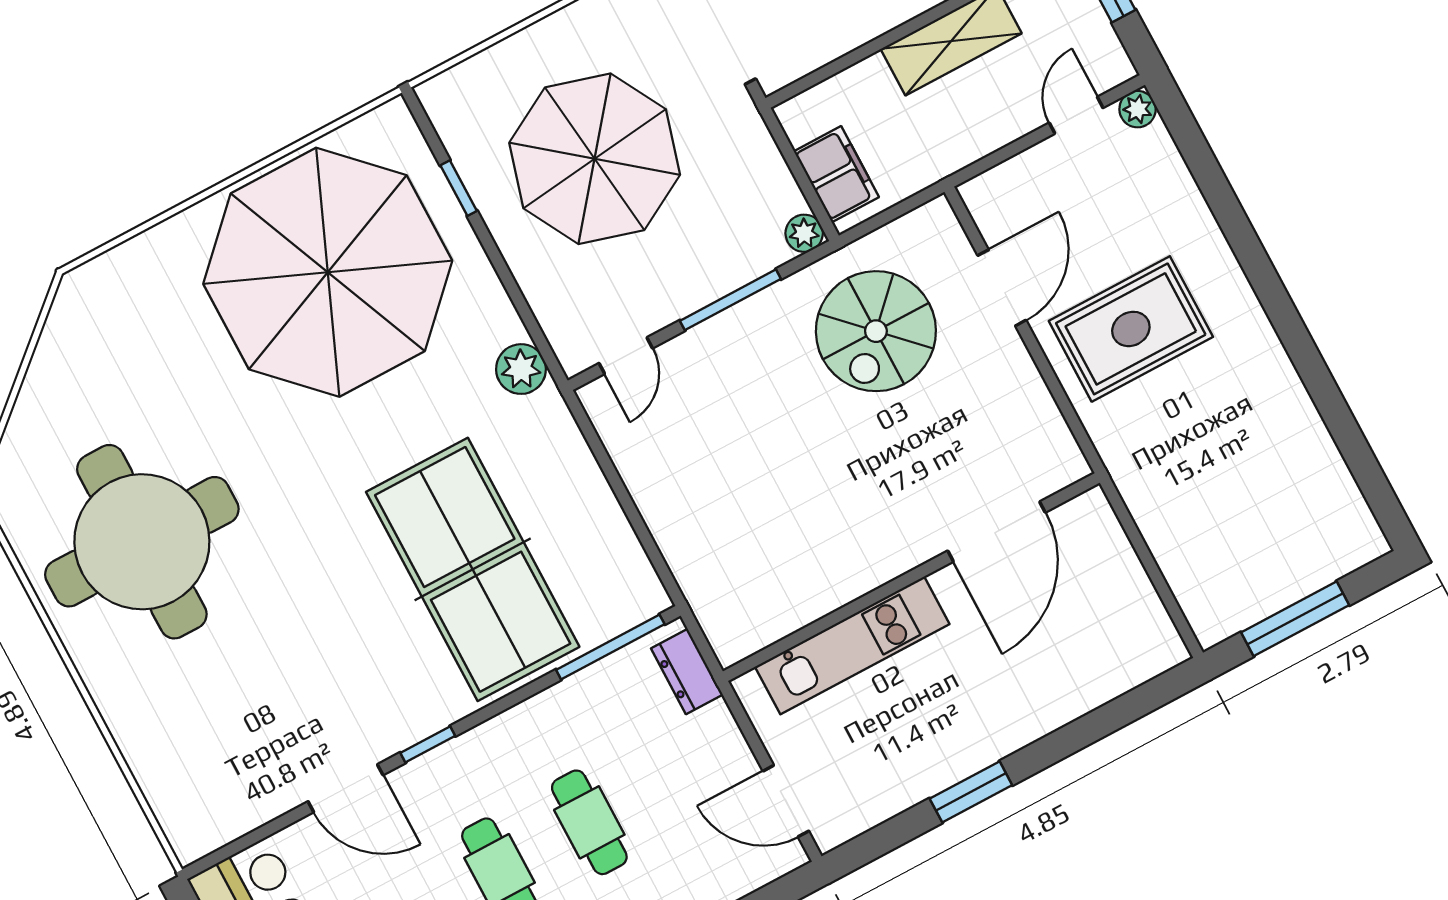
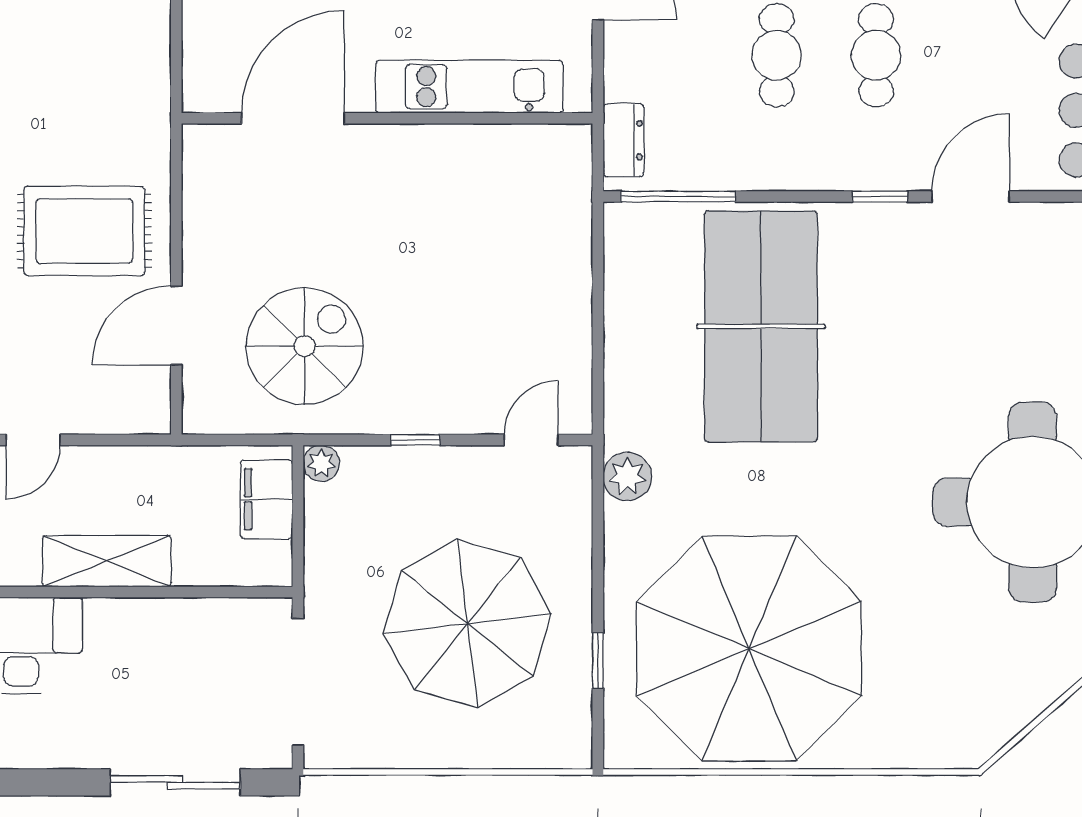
window: (730, 300) -> (415, 440), width x0.46
door: (346, 788) -> (971, 196), hinge flipped

